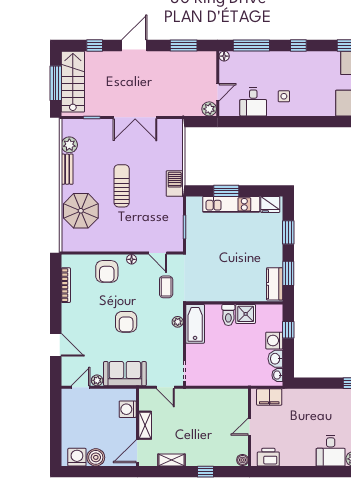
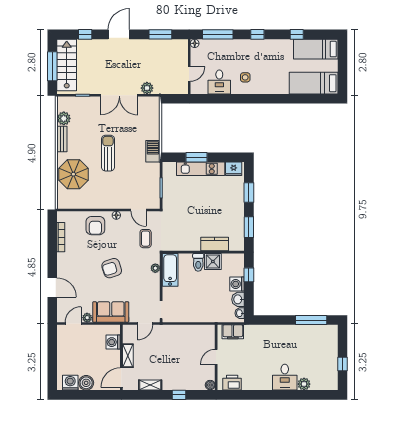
plant: (209, 109) -> (147, 88), moved
kitchen counter: (275, 284) -> (215, 244), moved, turned 90
armchair: (126, 322) -> (112, 268), turned 72
door: (165, 387) -> (145, 324), hinge flipped

